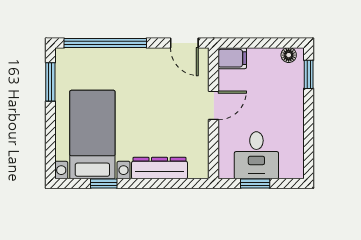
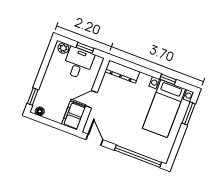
filing cabinet: (232, 58) -> (74, 116), width x2.00
window: (50, 82) -> (189, 113), moved
dresser: (160, 168) -> (122, 72), moved
plant: (289, 170) -> (63, 48), added

